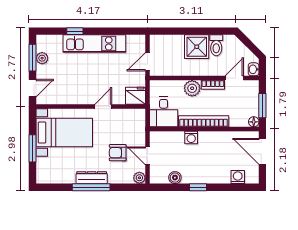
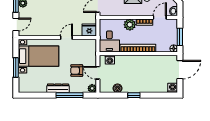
washing machine: (191, 138) -> (110, 60), moved
door: (262, 151) -> (180, 70), swing flipped
washing machine: (238, 177) -> (173, 88), moved
window: (91, 187) -> (69, 95), moved

